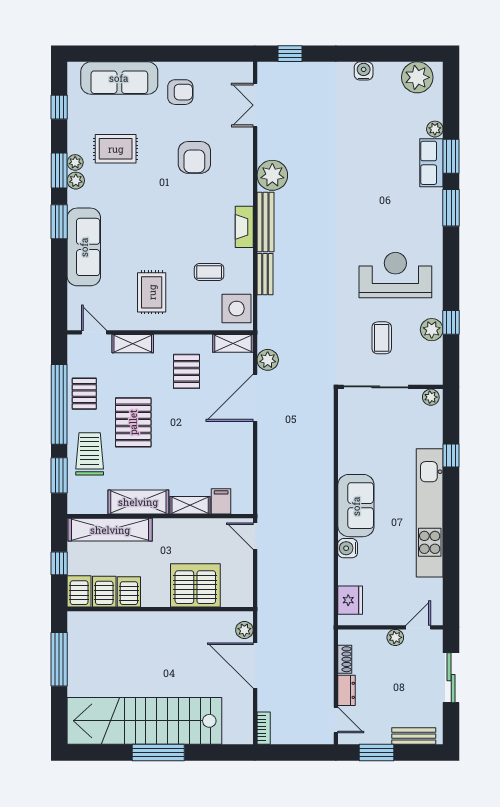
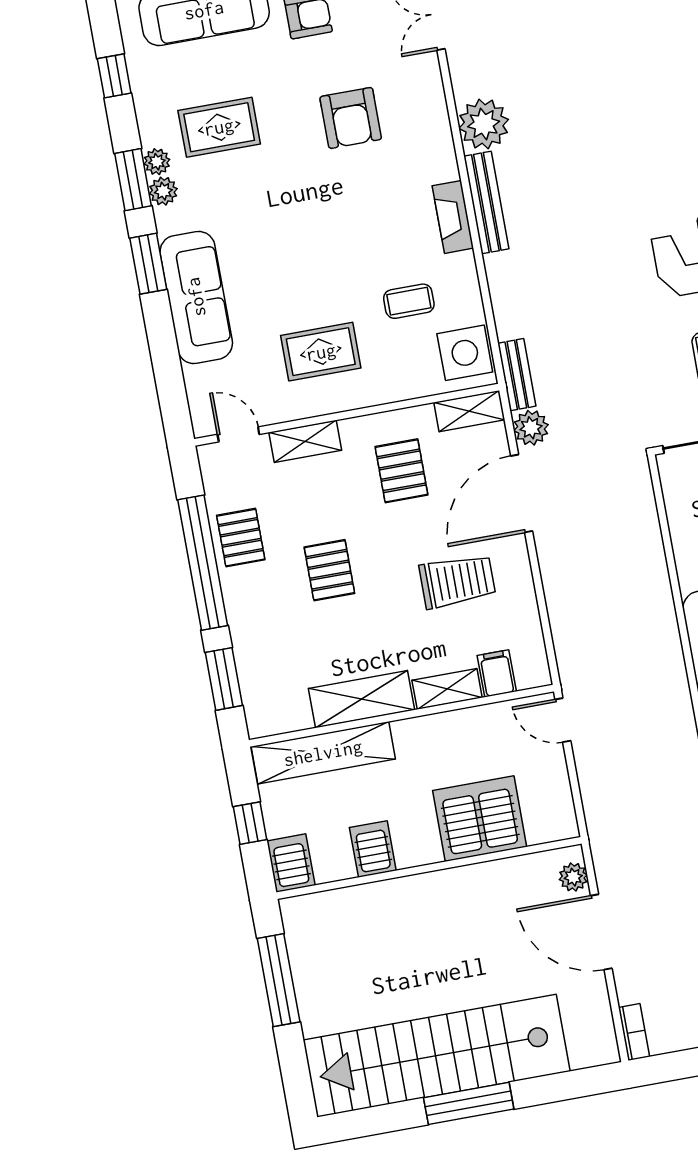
bench: (265, 274) -> (517, 375), moved
rug: (152, 292) -> (321, 352), turned 90
pallet: (133, 422) -> (329, 570), width x0.67, depth x0.71
trolley: (90, 454) -> (457, 581), moved, turned 90
server rack: (104, 592) -> (332, 856), removed

